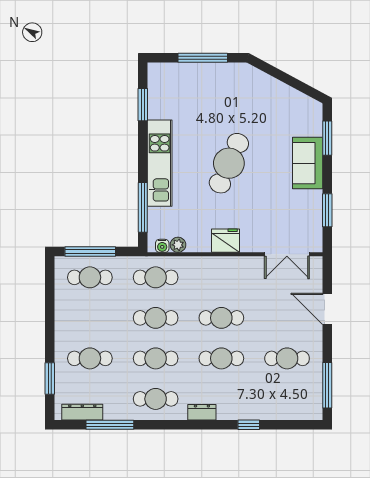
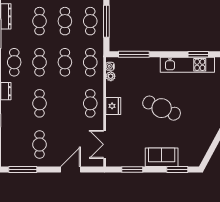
kitchen unit: (160, 163) -> (187, 65), moved
cafe table: (90, 318) -> (65, 21), added
cafe table: (221, 318) -> (90, 103), moved

